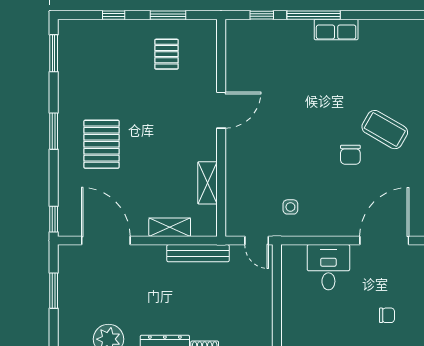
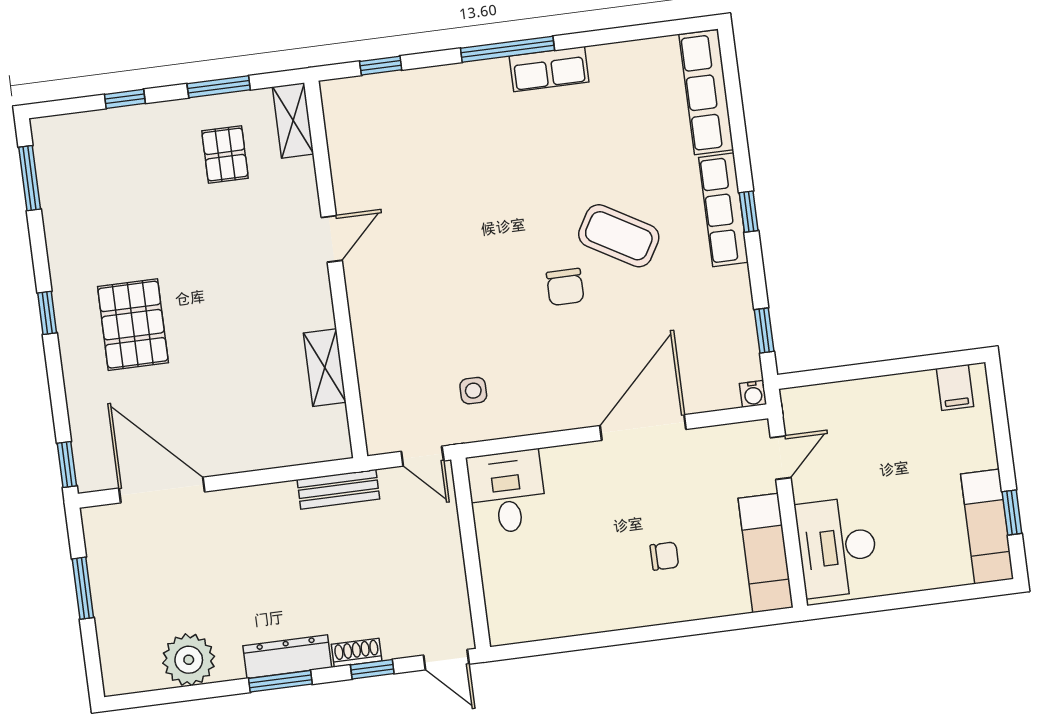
window: (314, 15) -> (507, 49), moved
row of seats: (336, 29) -> (549, 69), moved
door: (221, 110) -> (332, 239), width x0.73
window: (54, 131) -> (47, 313), width x0.67
shelving: (170, 227) -> (293, 120), moved, turned 90
bench: (198, 253) -> (338, 489), width x0.73
desk: (328, 267) -> (507, 492), moved

